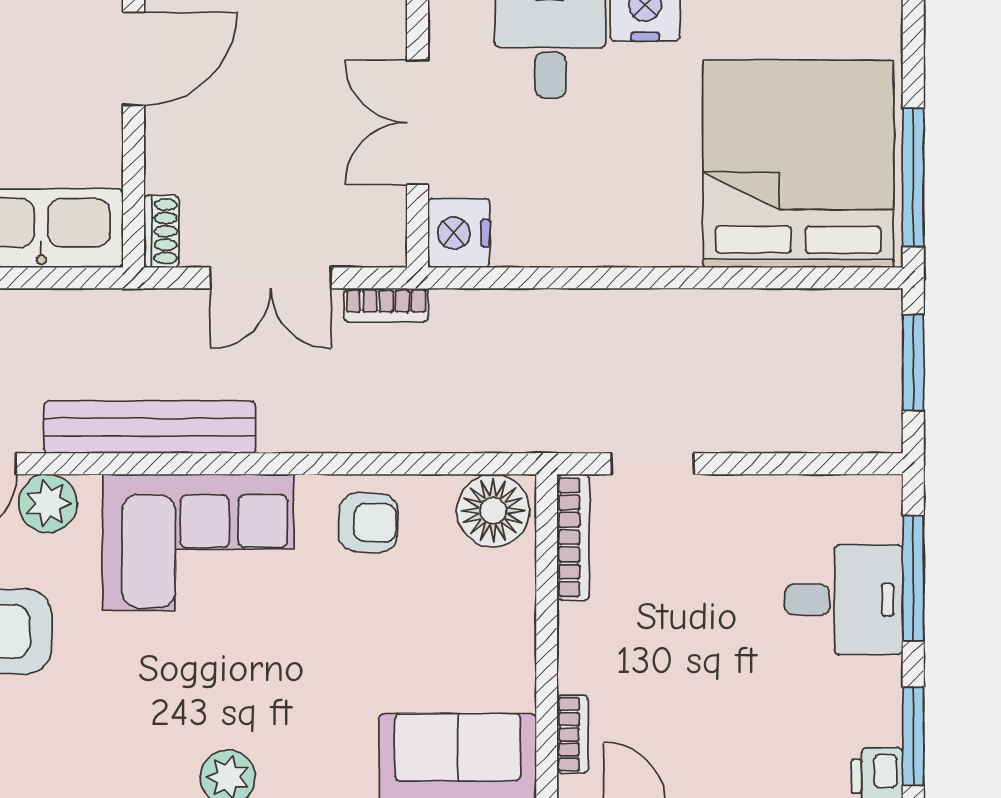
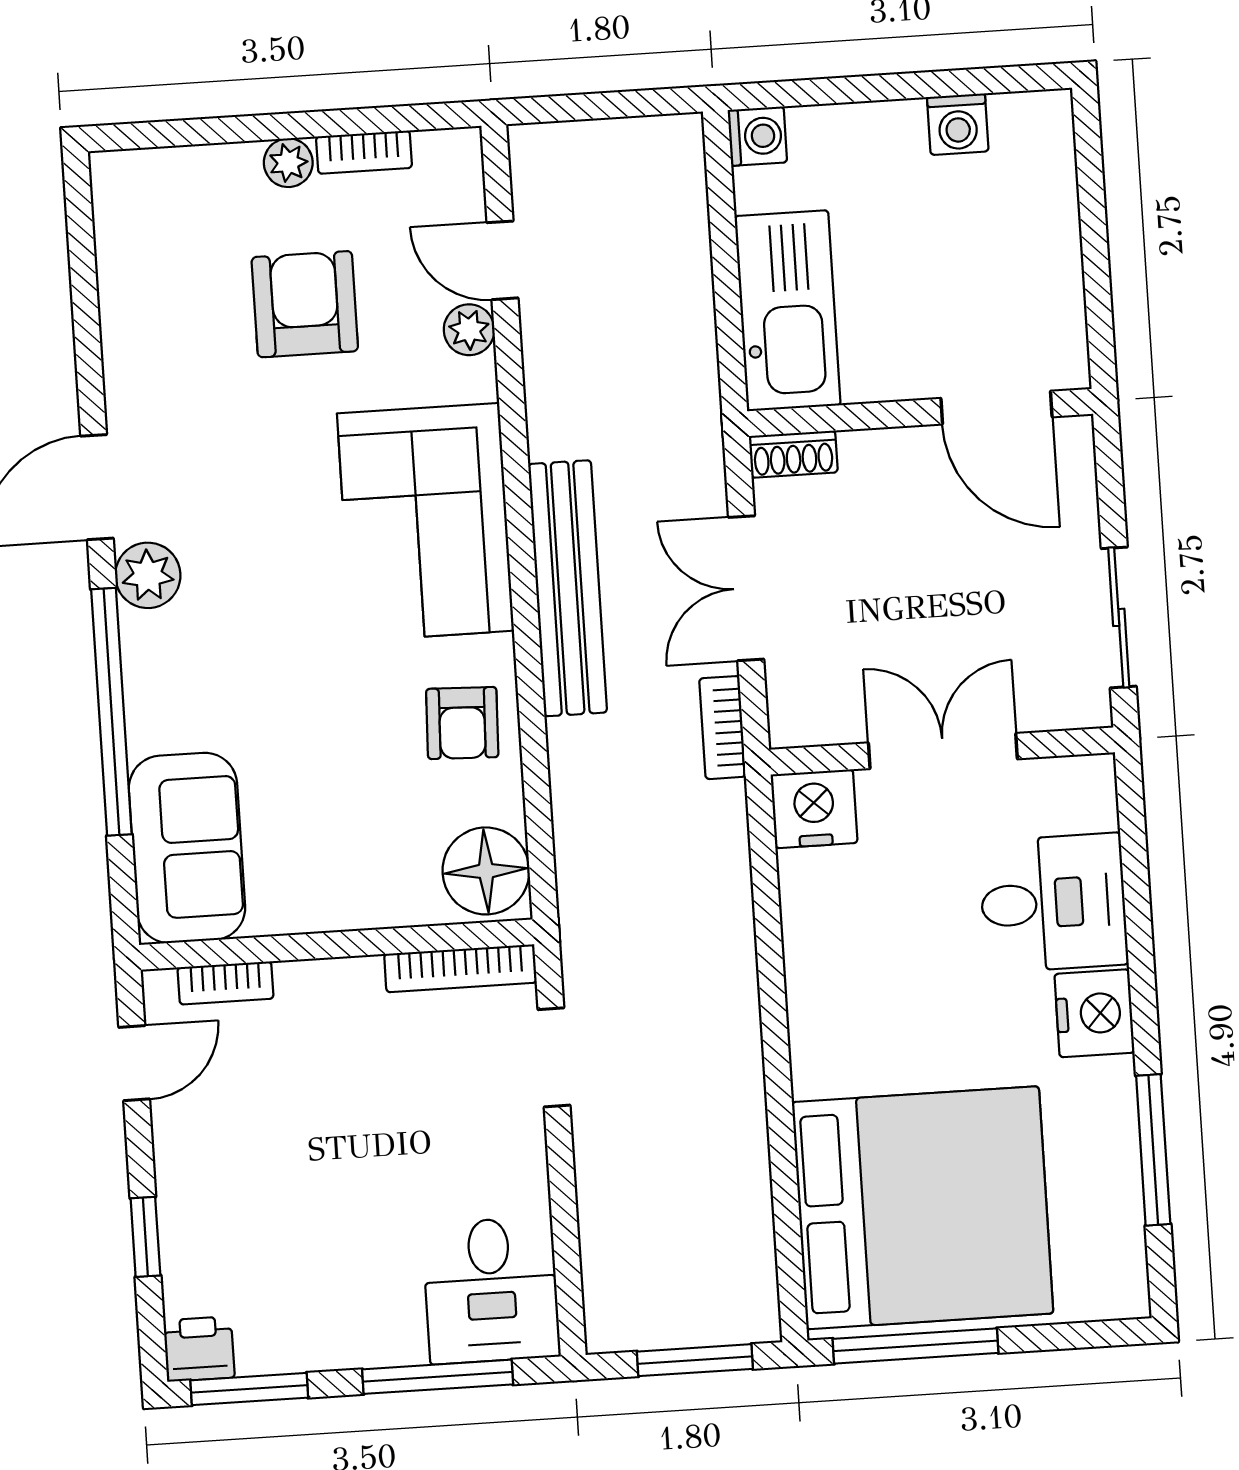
bench: (150, 427) -> (568, 588), moved
plant: (48, 503) -> (469, 330), width x0.73, depth x0.73
desk: (844, 600) -> (491, 1290), moved

